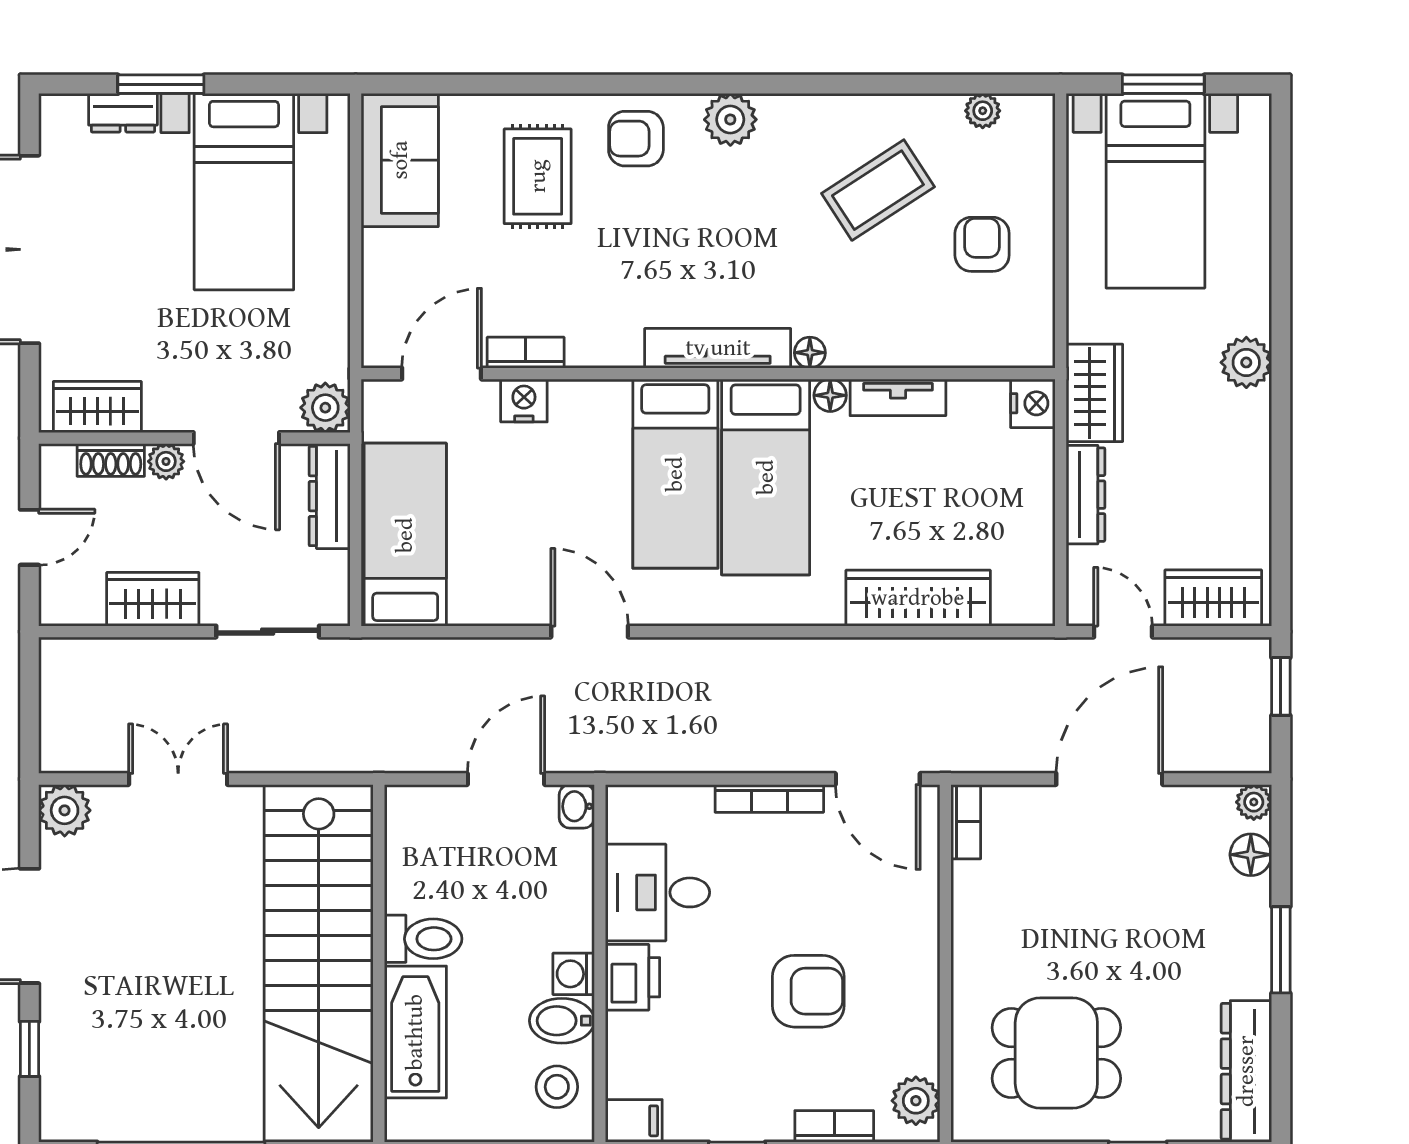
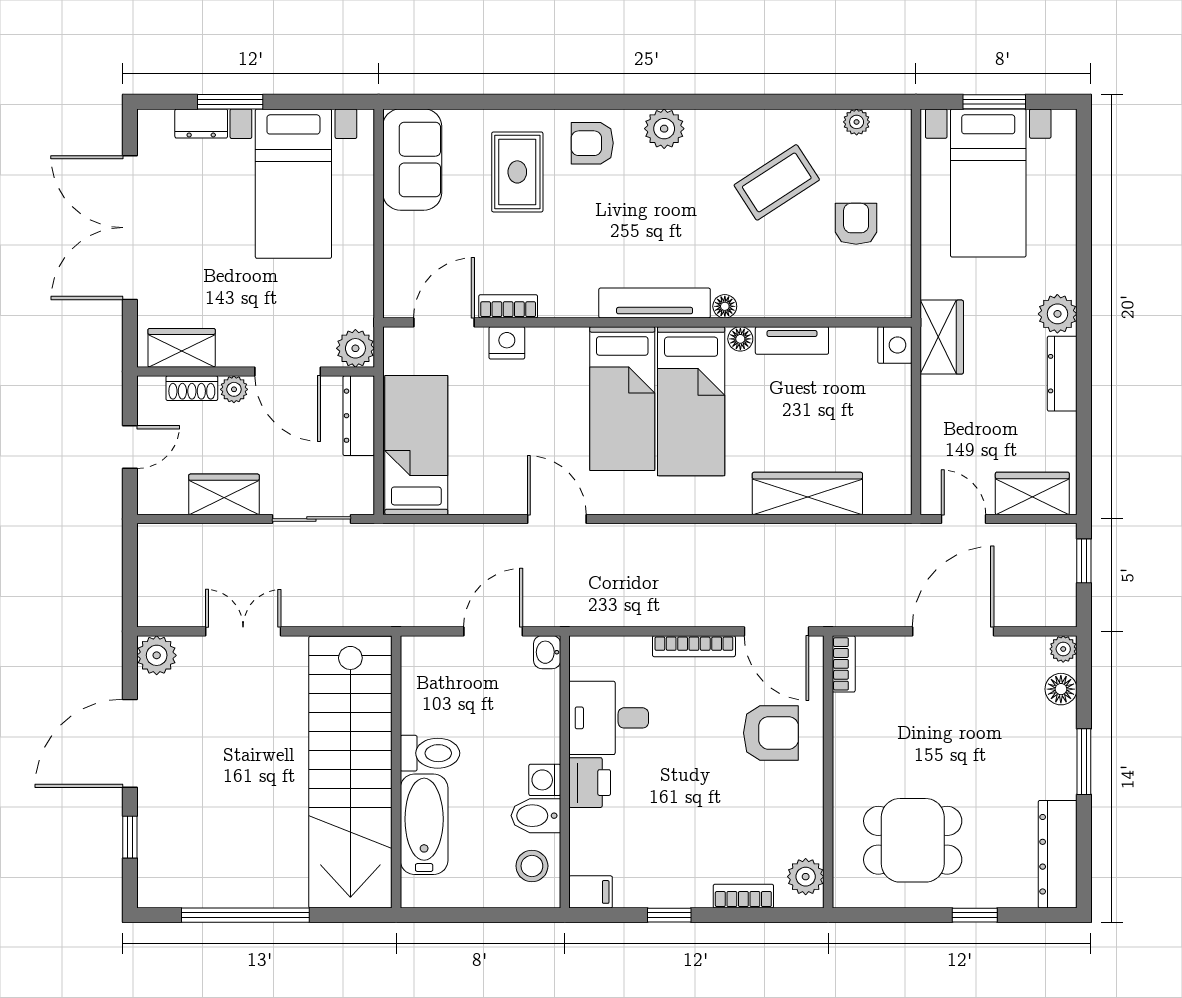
dresser: (1085, 495) -> (1062, 374), moved, turned 180
armchair: (808, 991) -> (771, 733), moved

